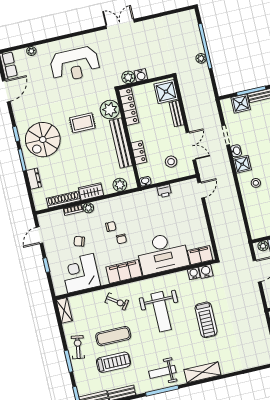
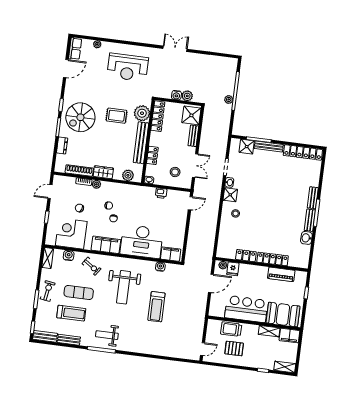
plant: (128, 77) -> (187, 96), moved
water cooler: (206, 271) -> (69, 255), moved
shelving: (202, 372) -> (138, 347), removed

